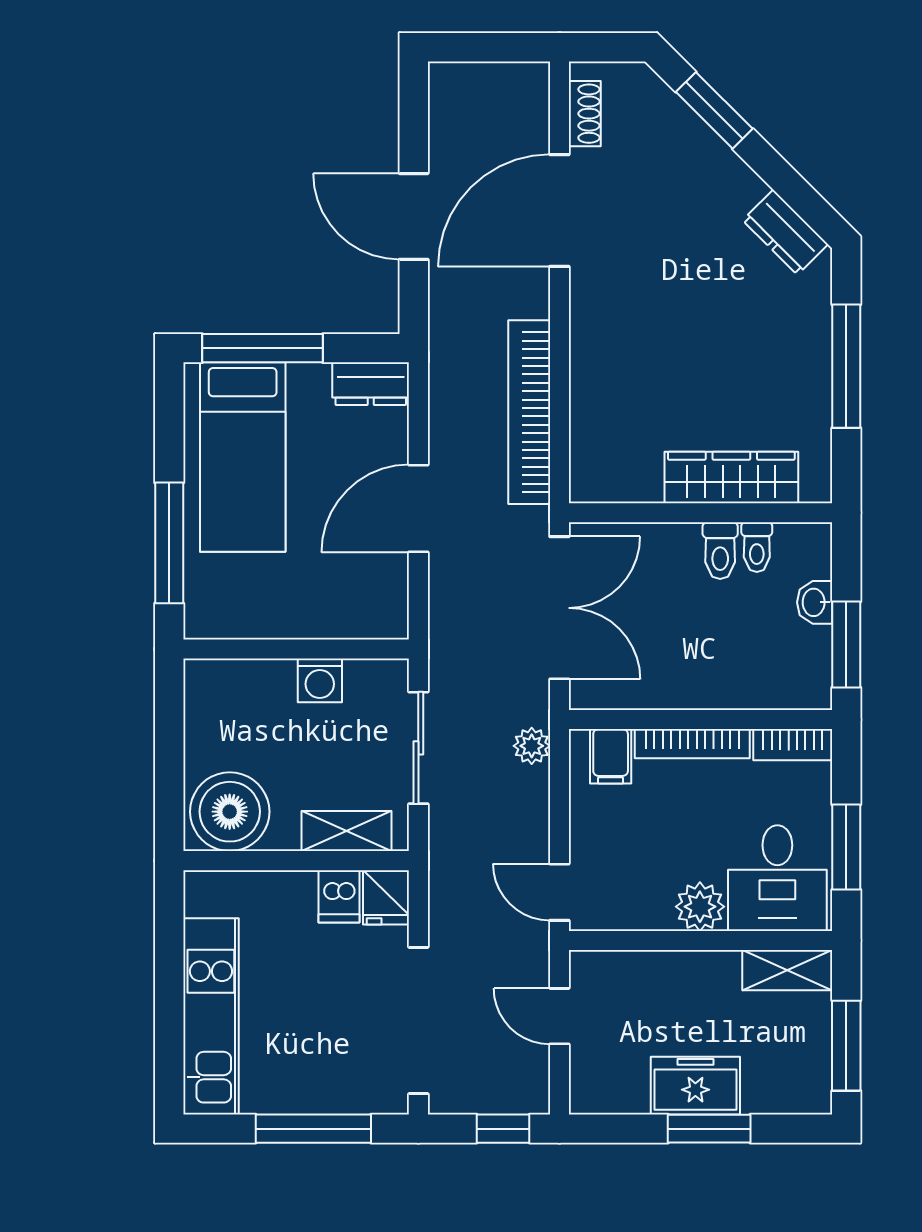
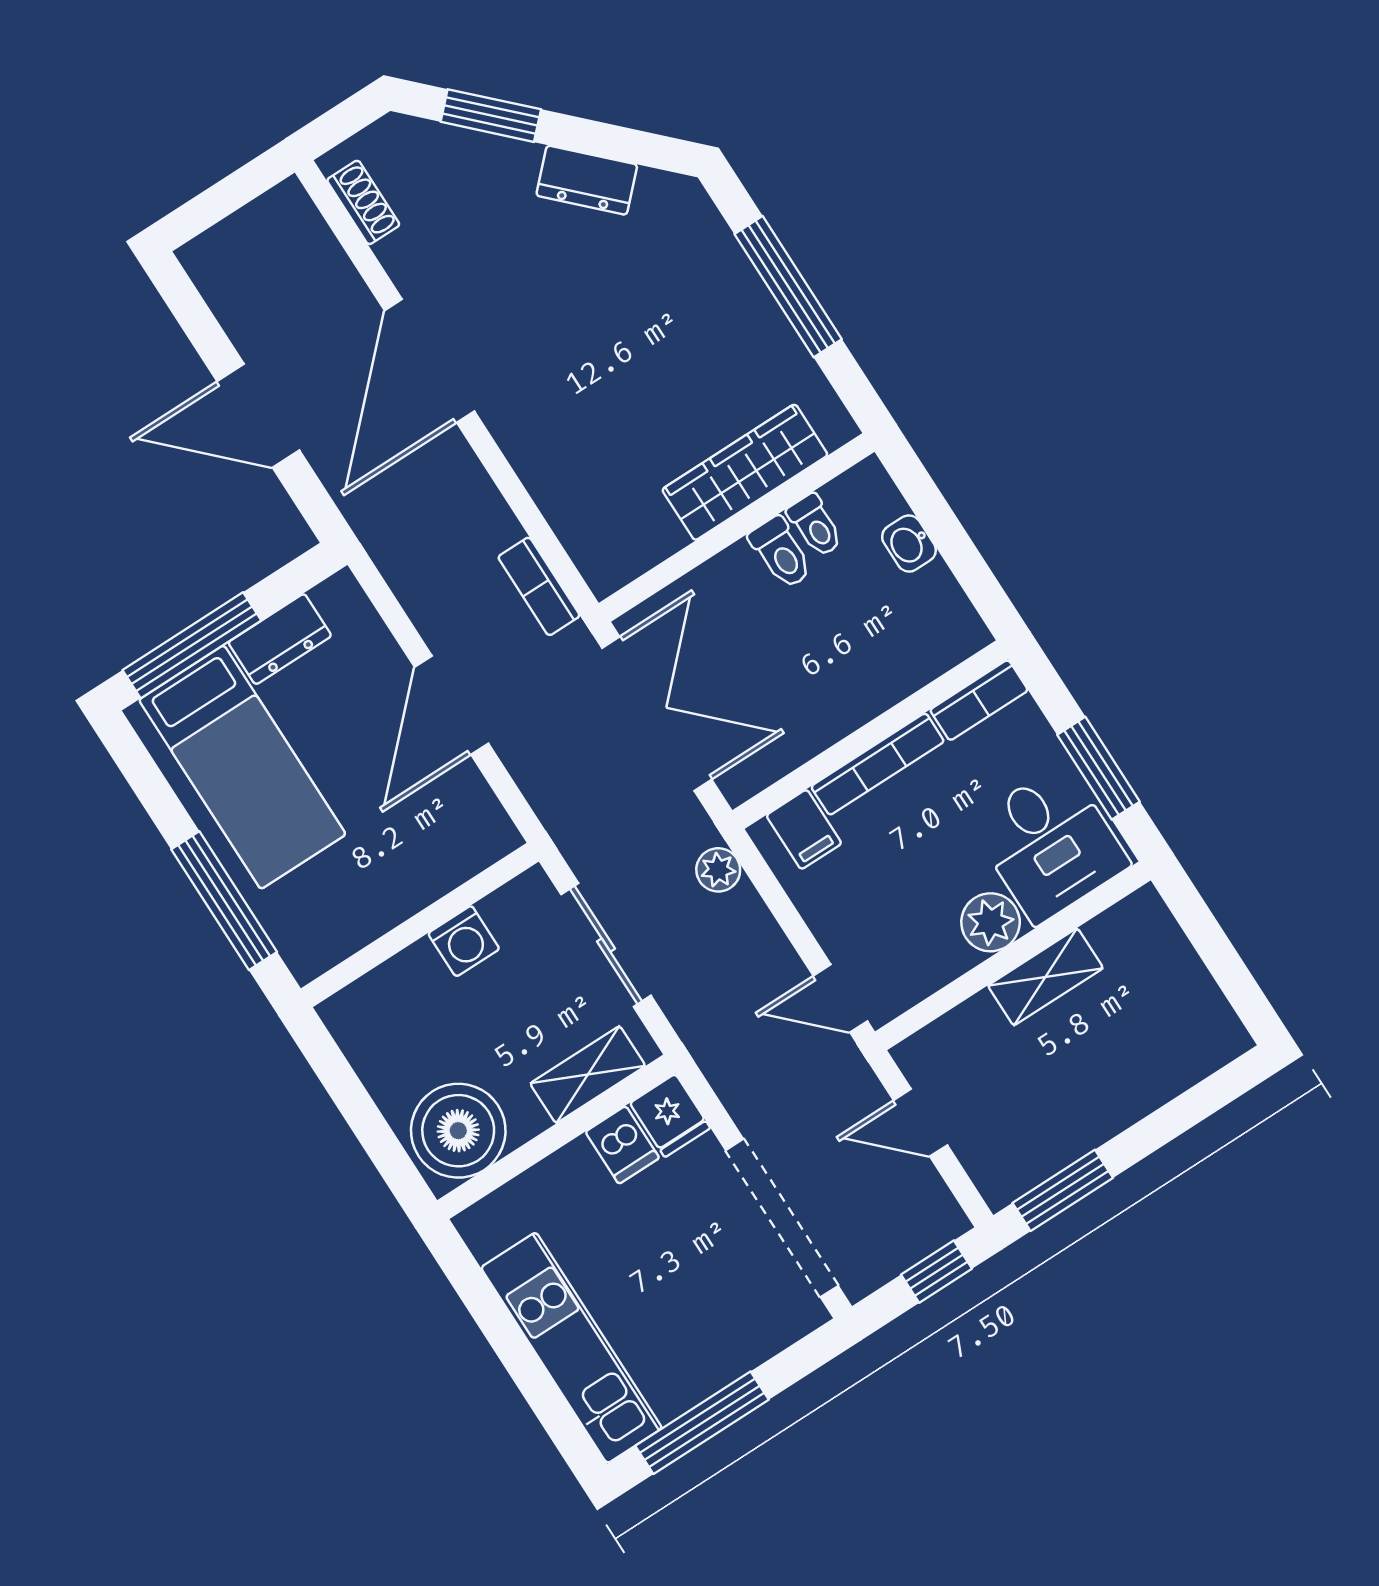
door: (559, 210) -> (429, 361), moved
dresser: (785, 232) -> (587, 180), moved
dresser: (371, 384) -> (280, 639), moved
bookcase: (529, 412) -> (539, 586), width x0.43, depth x0.76
window: (846, 644) -> (968, 565), removed
shelving: (787, 970) -> (1045, 977), moved
window: (846, 1046) -> (1227, 967), removed
freezer: (695, 1086) -> (1101, 1104), removed
window: (313, 1129) -> (702, 1423), moved
window: (709, 1129) -> (1063, 1190), moved

